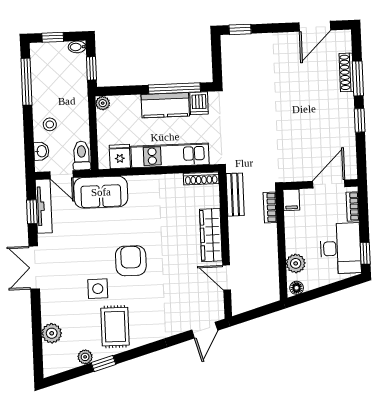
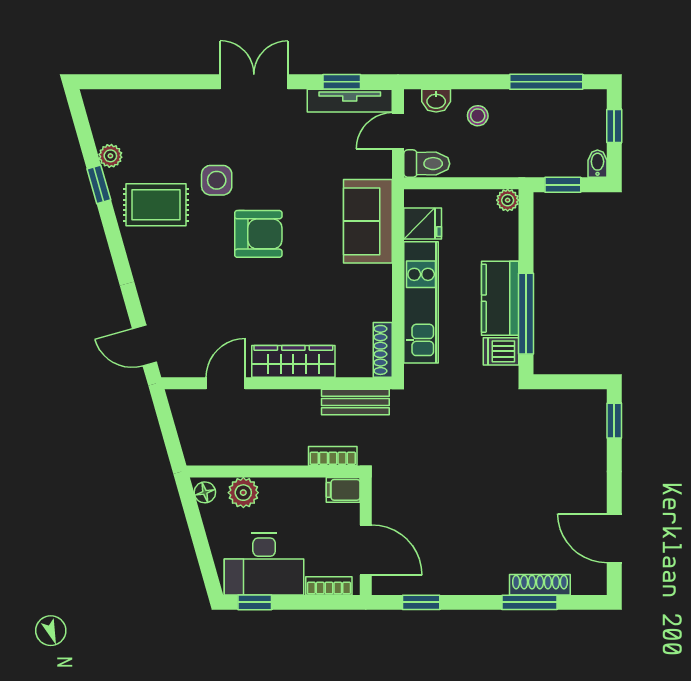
window: (360, 120) -> (421, 602), moved
sofa: (101, 192) -> (368, 221), moved
plant: (52, 333) -> (150, 105), removed

